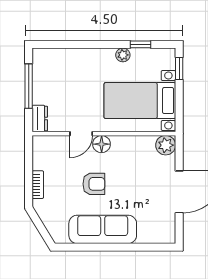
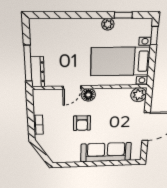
window: (29, 86) -> (28, 63), moved
dresser: (40, 118) -> (38, 72), width x1.44
armchair: (94, 184) -> (82, 123), turned 90
sofa: (103, 229) -> (106, 152), moved

